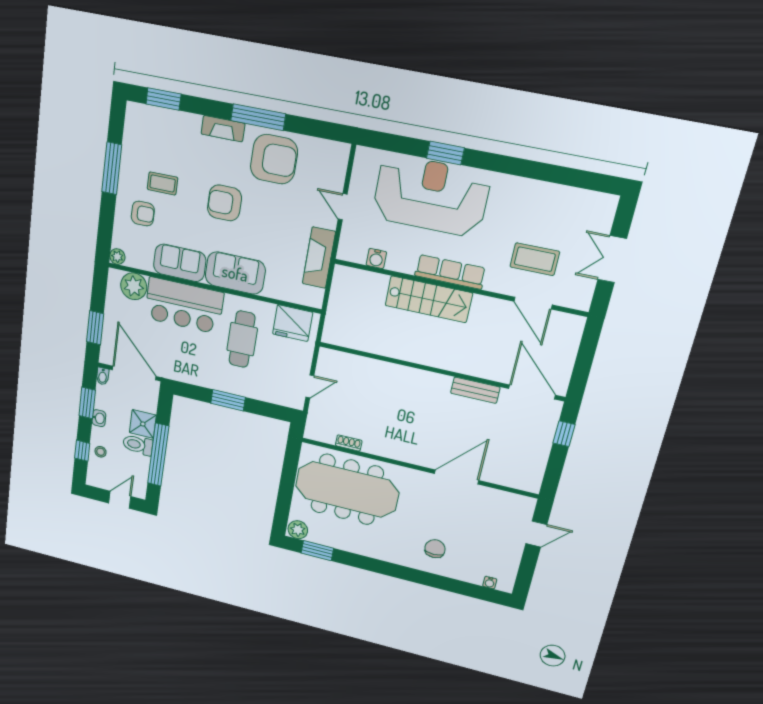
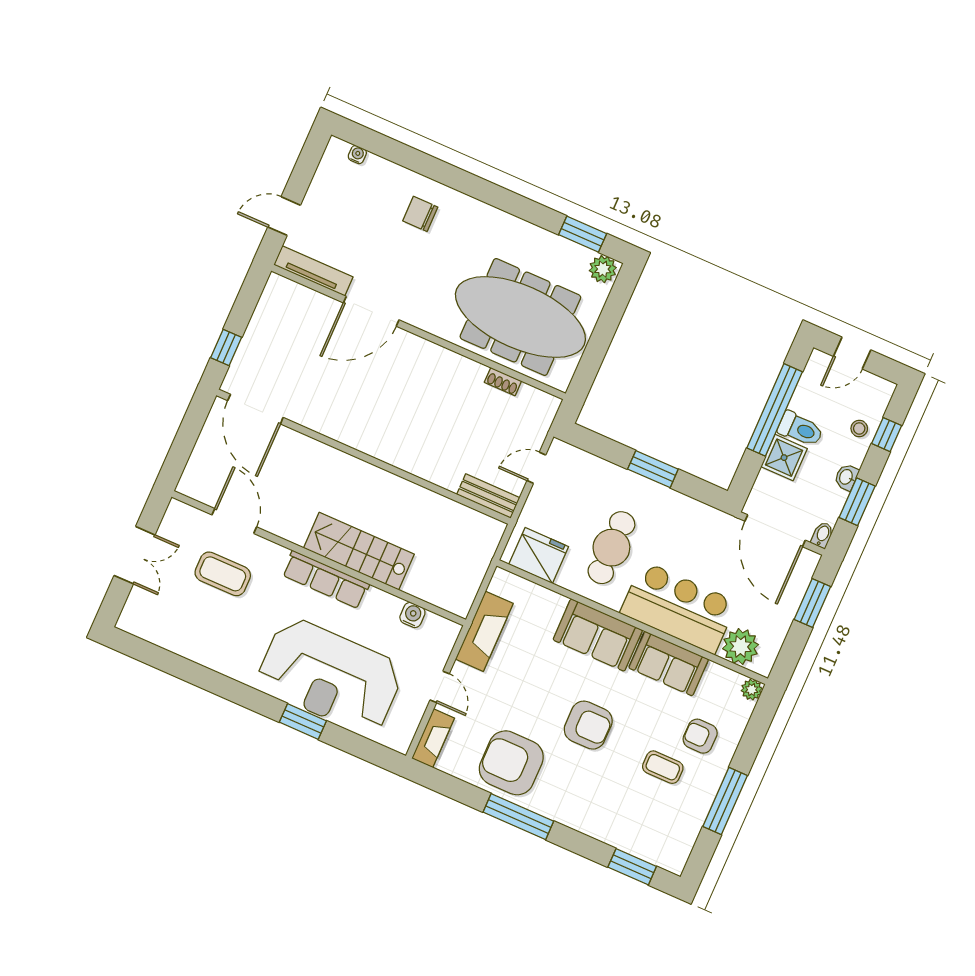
fireplace: (223, 129) -> (433, 738), moved, turned 90
bench: (475, 390) -> (488, 496), moved
tv unit: (506, 499) -> (313, 271), added
chair: (435, 549) -> (420, 214), turned 90

